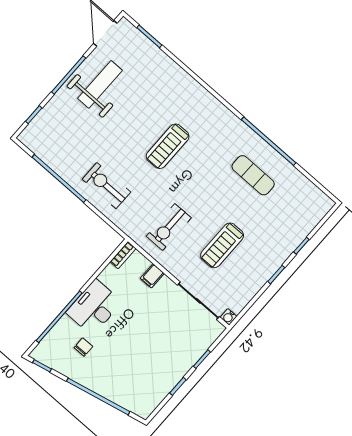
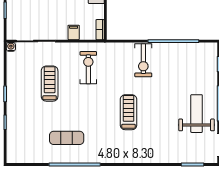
weight bench: (100, 84) -> (197, 114), turned 180
exercise bike: (106, 186) -> (143, 60), turned 90

